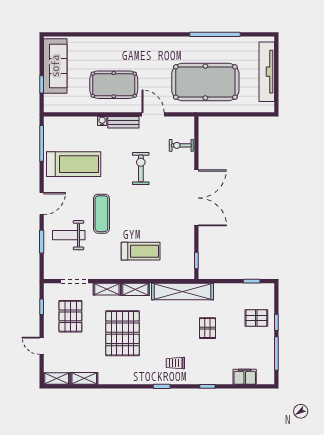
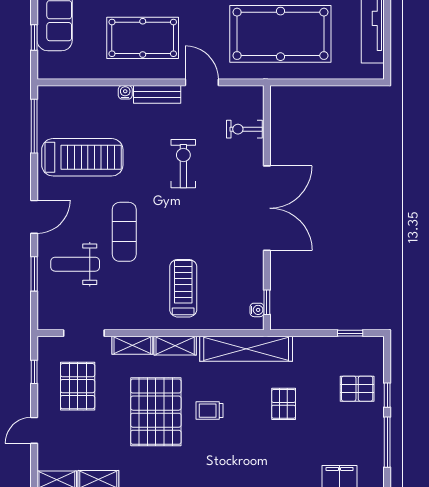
treadmill: (141, 251) -> (183, 288), turned -90
water cooler: (190, 266) -> (257, 310), added
door: (42, 346) -> (34, 430), hinge flipped
trolley: (175, 363) -> (209, 411), moved

